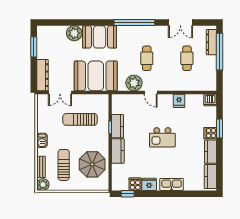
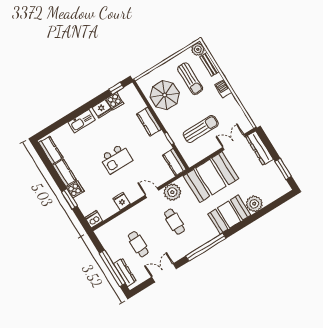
kitchen counter: (118, 126) -> (174, 162), moved
kitchen island: (162, 137) -> (116, 159), turned 180

